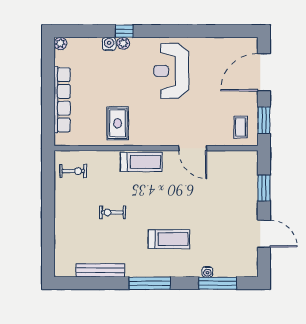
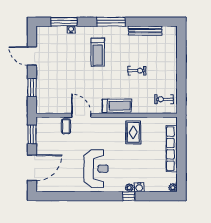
coffee table: (241, 127) -> (66, 126), moved
treadmill: (141, 162) -> (117, 106), turned 180
treadmill: (169, 239) -> (98, 52), turned -90

